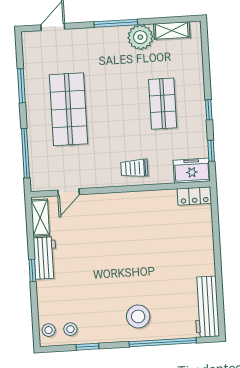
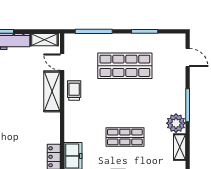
trolley: (134, 168) -> (74, 91), moved
shelving: (108, 204) -> (52, 91), added

